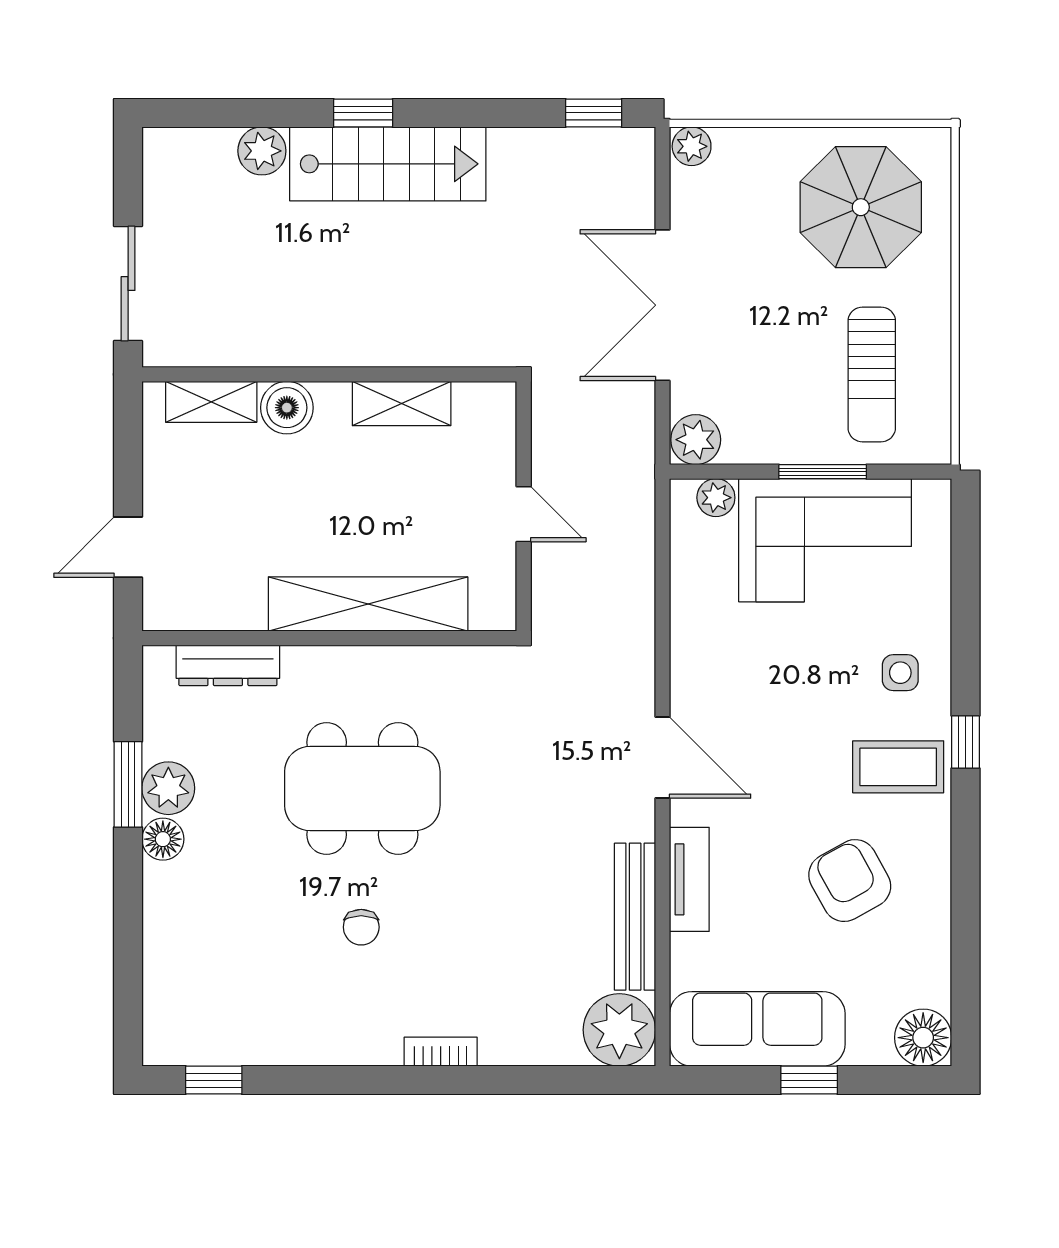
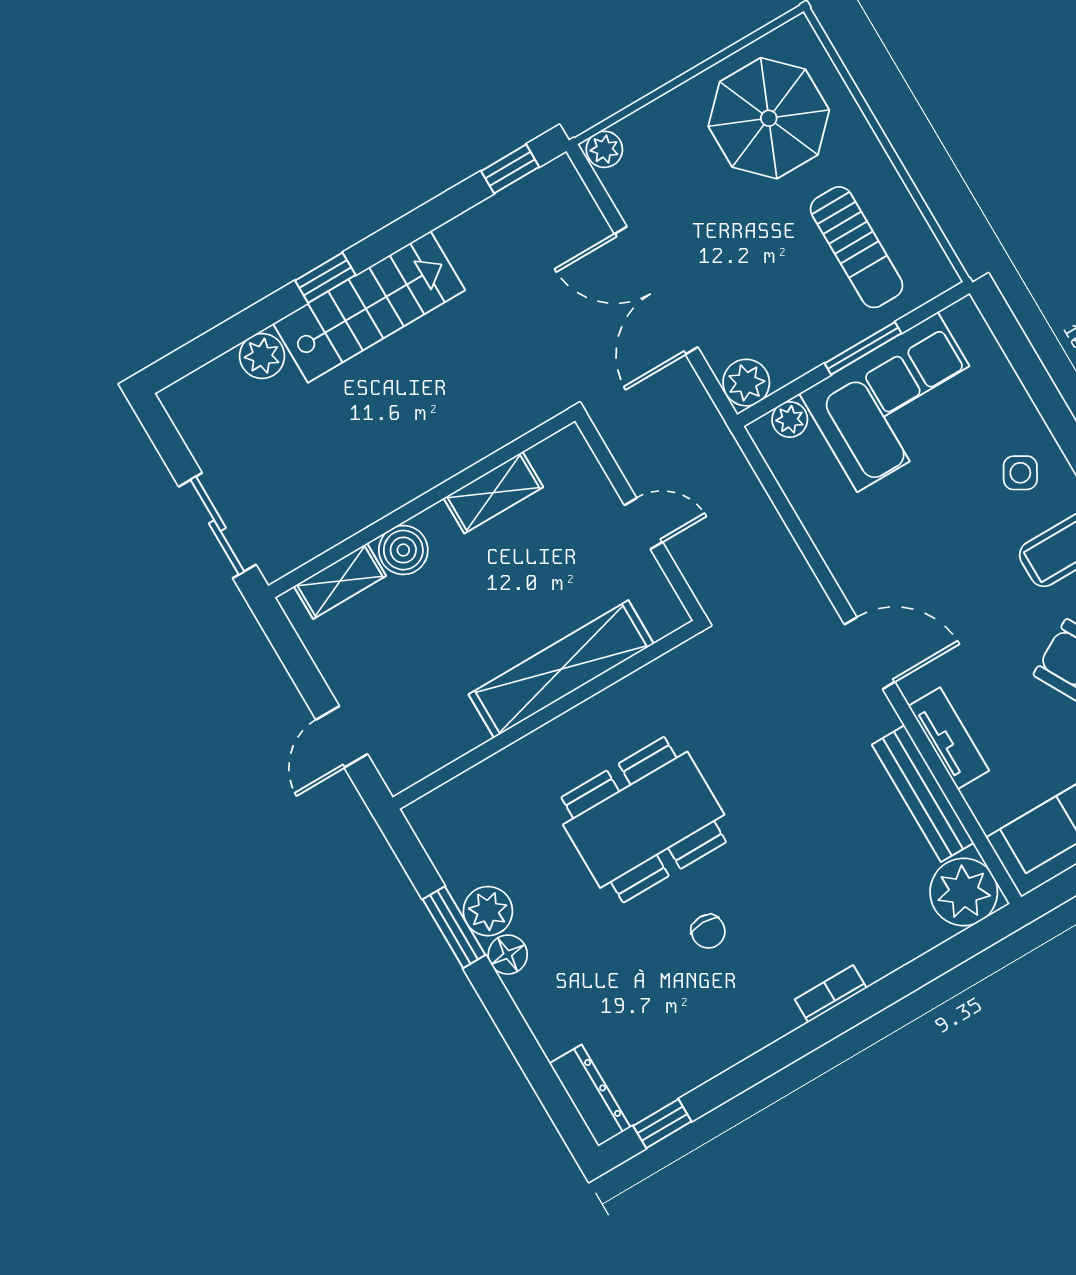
dresser: (228, 665) -> (590, 1095), moved, turned -90
side table: (900, 673) -> (1020, 473), turned 30

